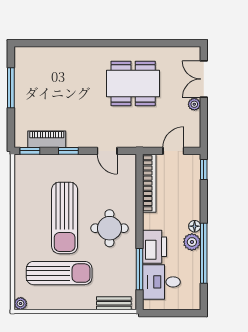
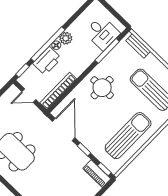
piano: (47, 139) -> (97, 174), moved
door: (107, 151) -> (64, 129), width x1.88
sun lounger: (65, 218) -> (128, 136), moved
printer: (155, 247) -> (47, 61), moved, turned 180
window: (204, 253) -> (48, 44), moved

